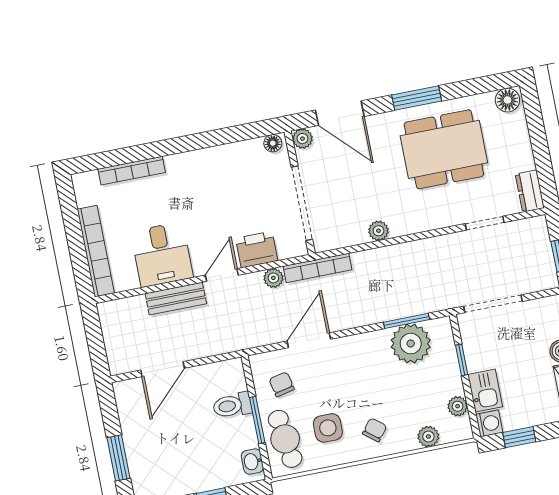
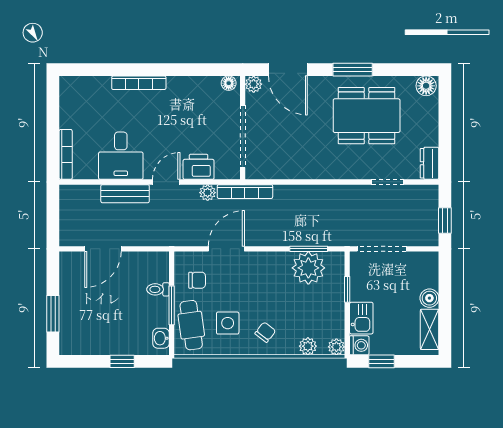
bookcase: (132, 171) -> (139, 83), moved
plant: (379, 231) -> (300, 171), removed
bookcase: (96, 251) -> (66, 154), width x0.68, depth x0.76
chair: (282, 384) -> (197, 280), turned 102
toilet: (232, 405) -> (158, 289), width x0.73, depth x0.72
plant: (458, 406) -> (336, 347), moved

